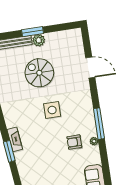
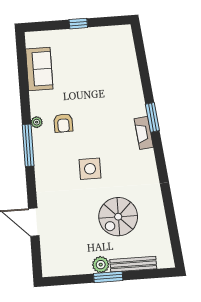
spiral stairs: (39, 73) -> (118, 217), moved, turned 90
armchair: (74, 142) -> (63, 123), turned 90

